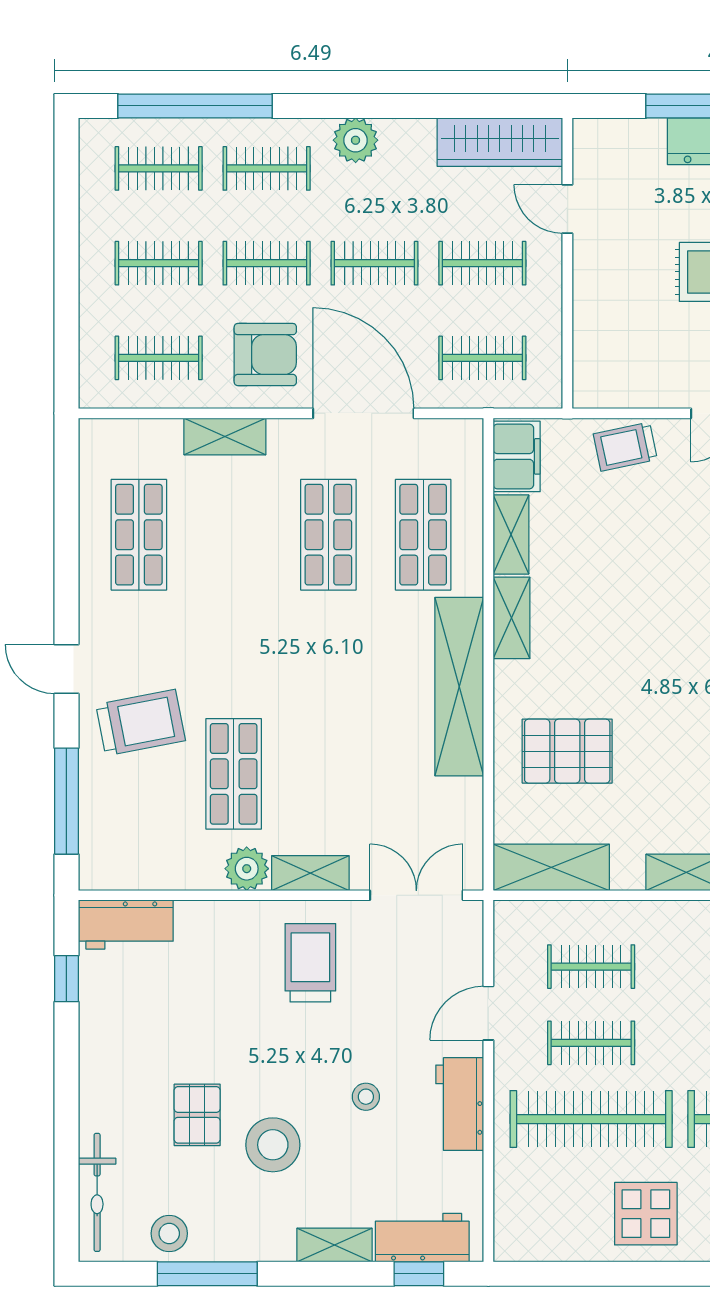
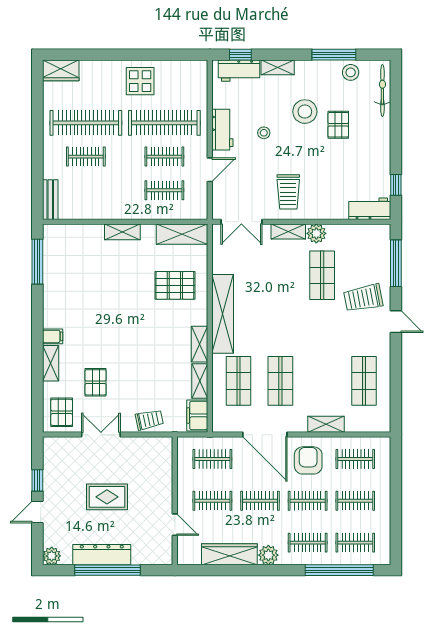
wardrobe: (500, 142) -> (229, 554), moved
armchair: (265, 355) -> (308, 460), turned 90

